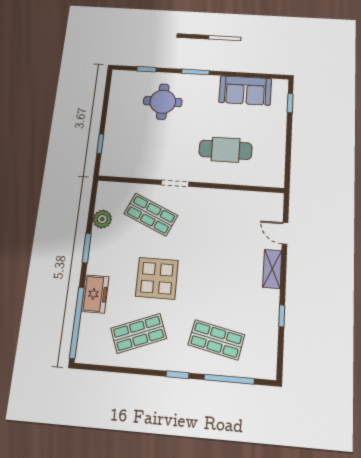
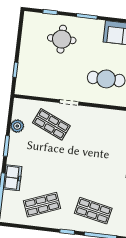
display table: (157, 278) -> (55, 169), removed

